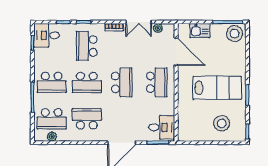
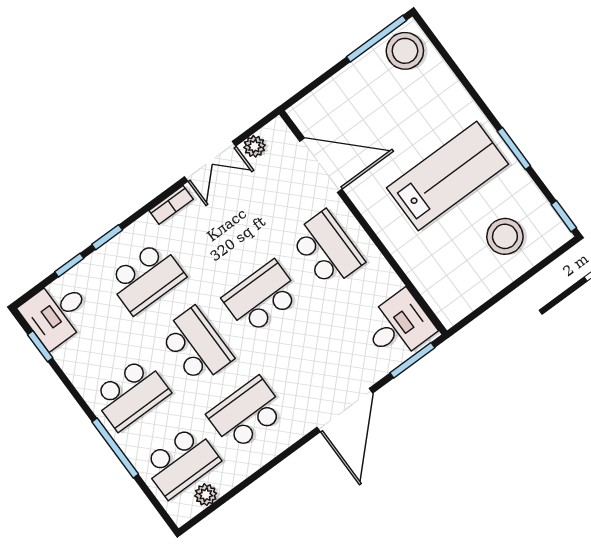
kitchen sink: (200, 31) -> (336, 93), removed
school desk: (87, 46) -> (146, 278), turned -90
school desk: (87, 82) -> (196, 346), turned -90
school desk: (122, 82) -> (262, 297), turned -90

